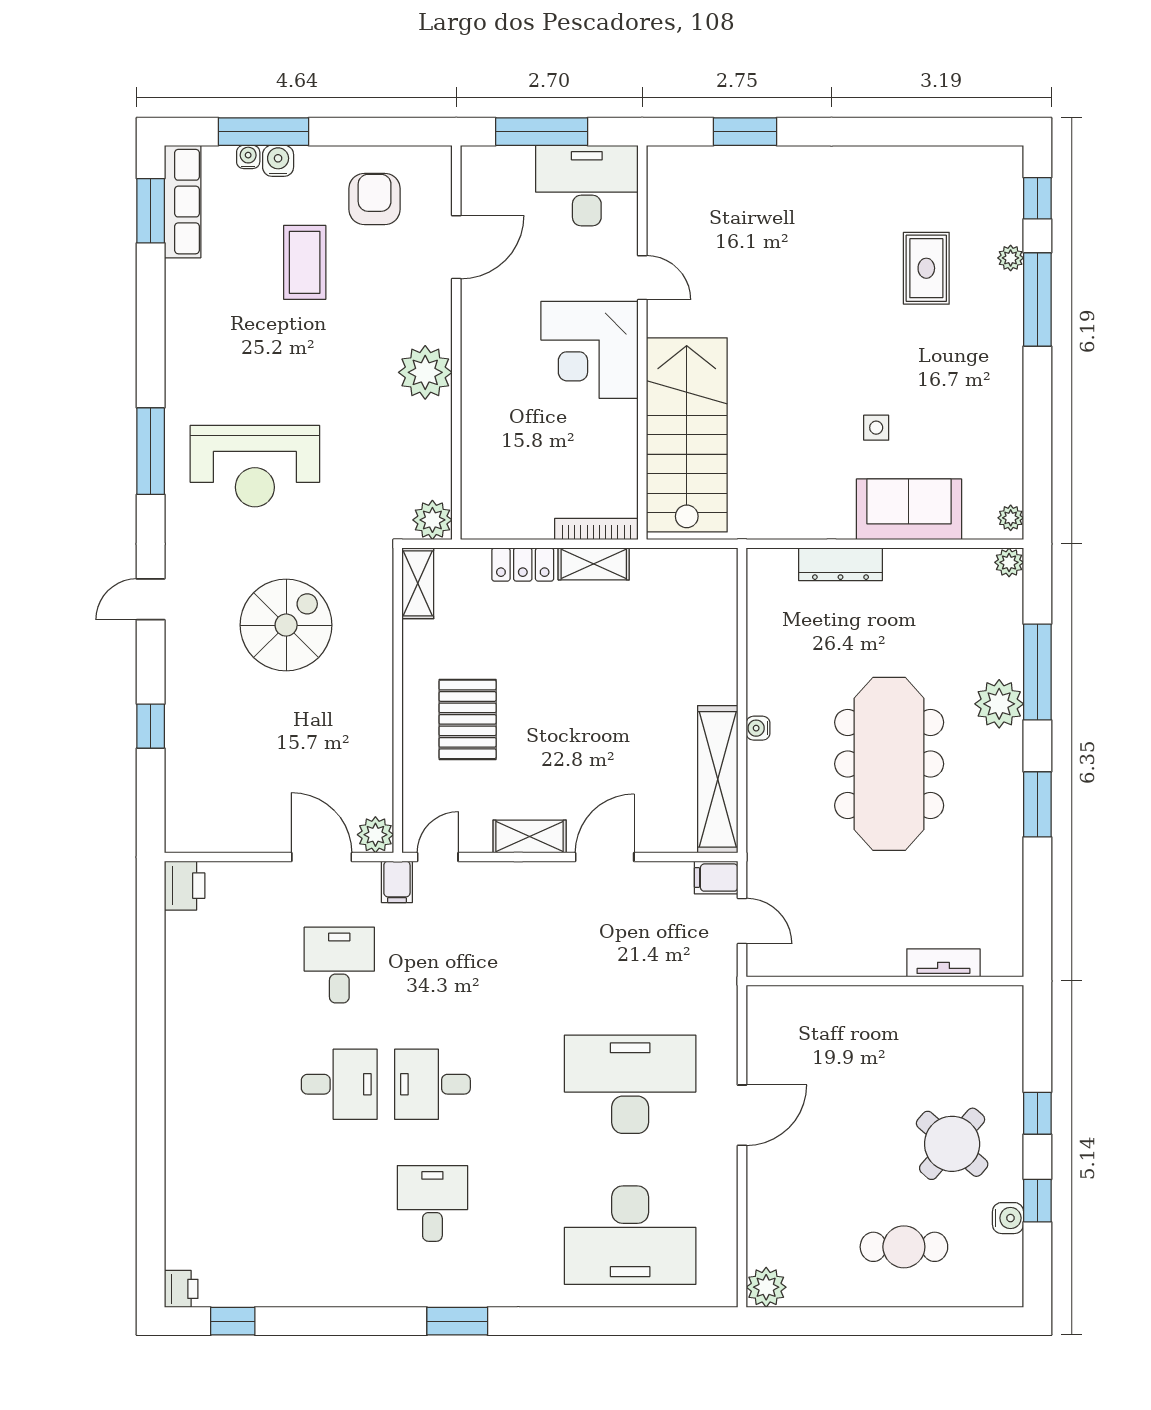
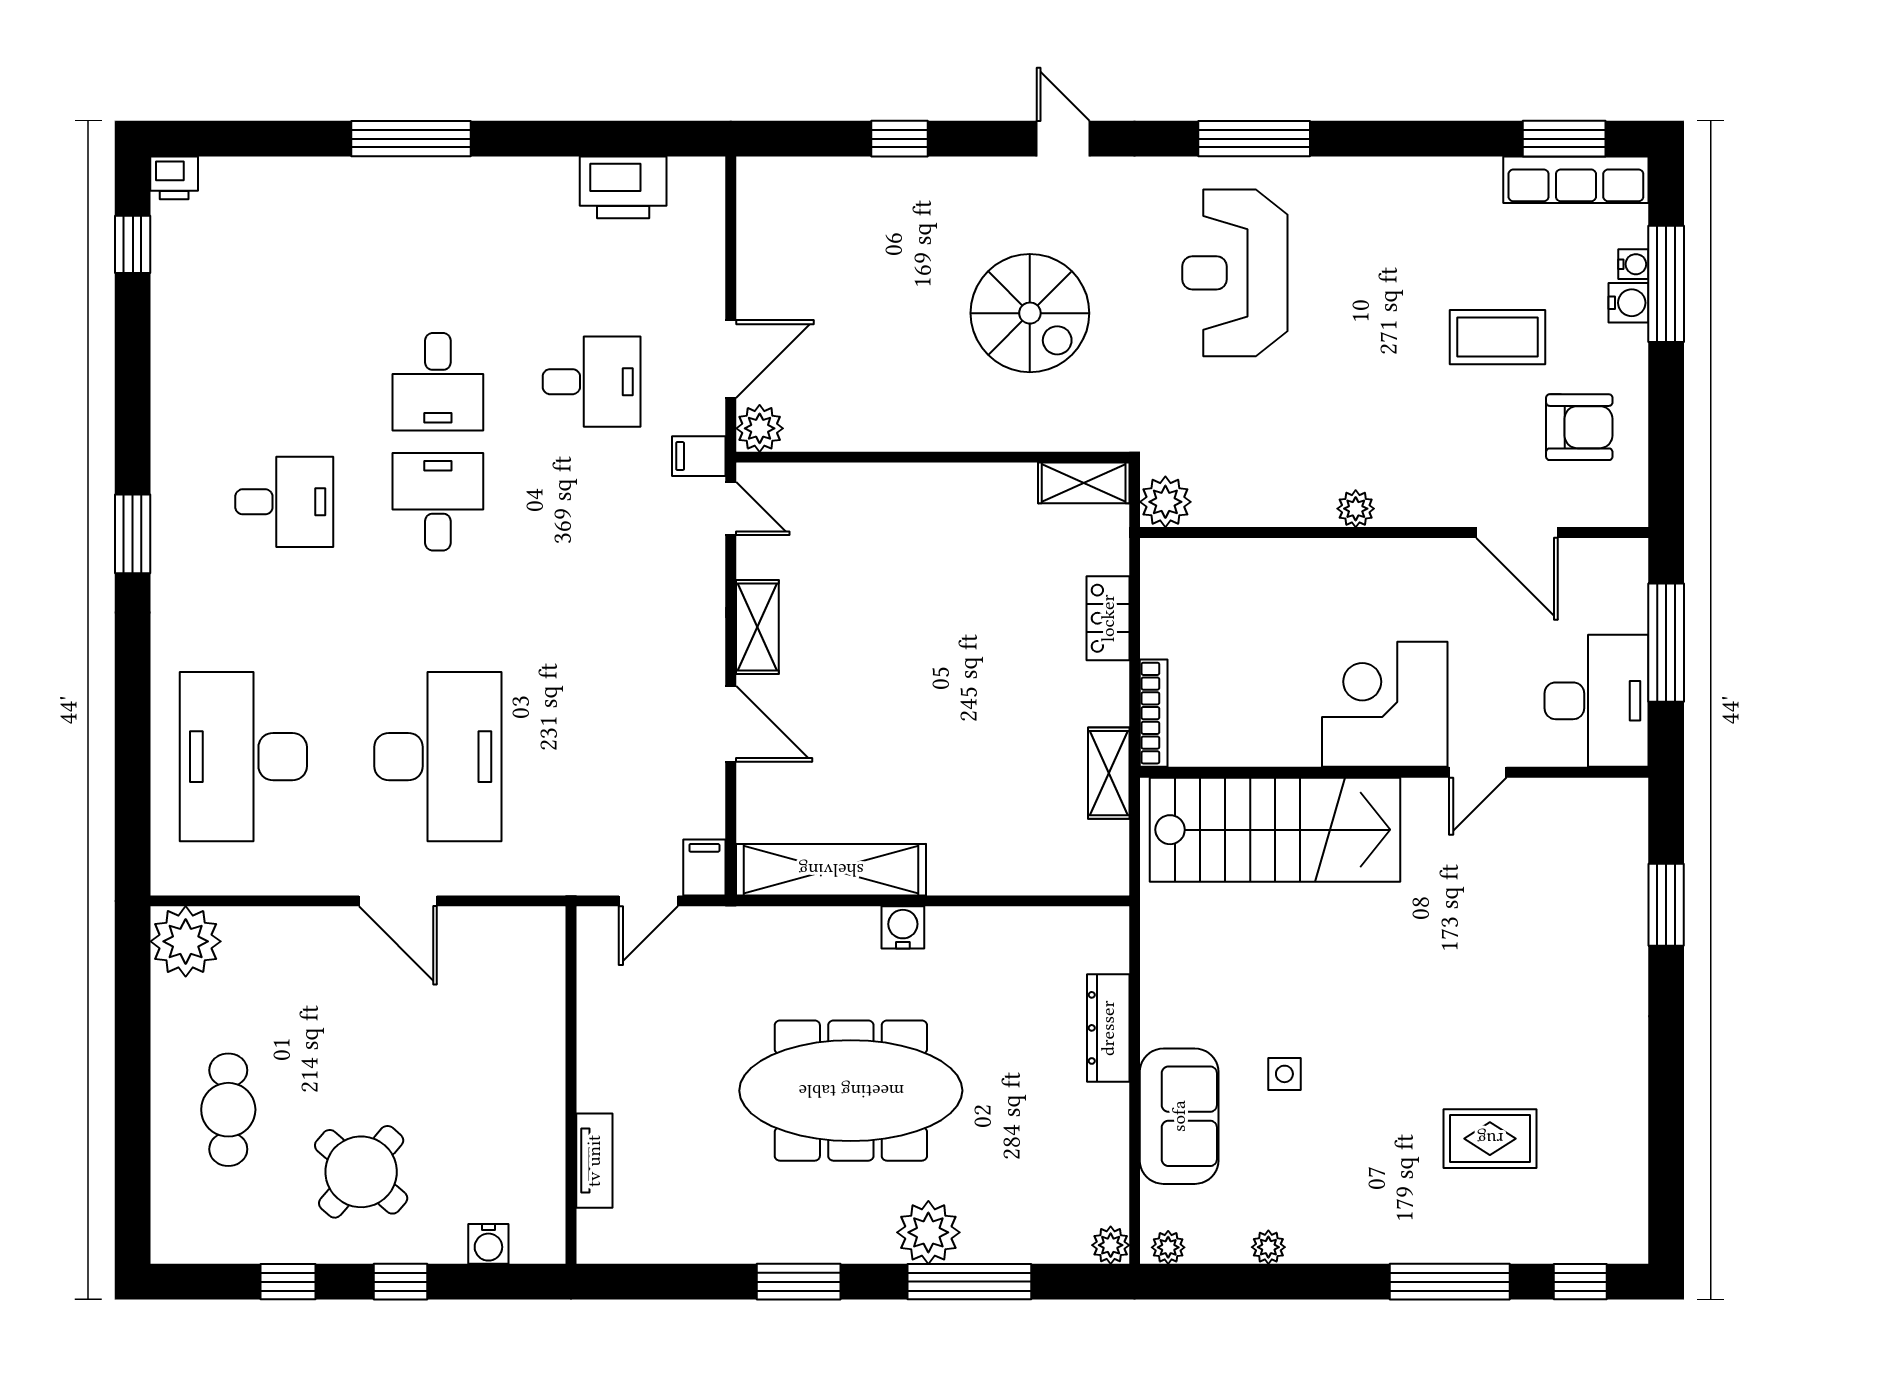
plant: (1011, 258) -> (1268, 1247), moved
plant: (425, 372) -> (1356, 509), width x0.53, depth x0.53
shelving: (594, 564) -> (1109, 773), moved
pallet: (468, 719) -> (908, 547), removed
water cooler: (758, 728) -> (903, 927), width x1.38, depth x1.38
printer: (185, 886) -> (623, 187), moved, width x1.37, depth x1.19
window: (151, 1105) -> (411, 139), added
water cooler: (1008, 1218) -> (488, 1244), moved
plant: (766, 1287) -> (186, 941), width x1.36, depth x1.36

